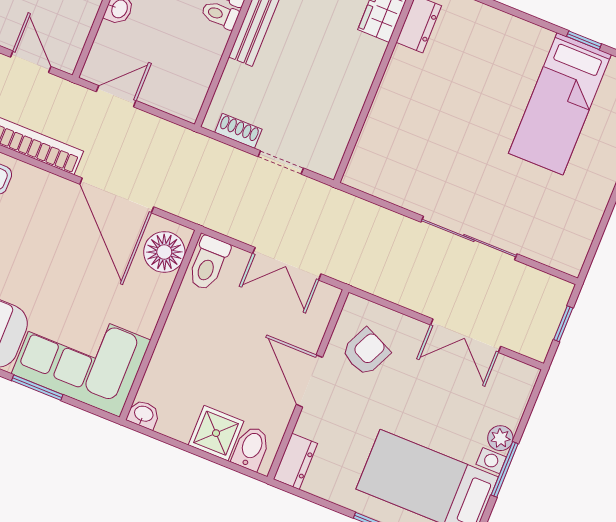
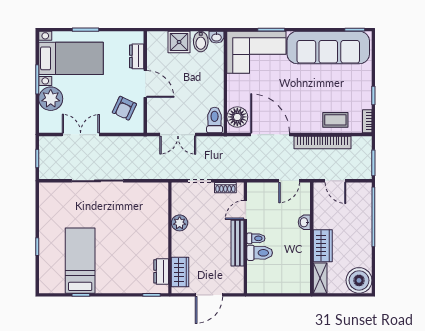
door: (218, 75) -> (245, 210), added
plant: (349, 100) -> (180, 223), added
double door: (287, 264) -> (178, 135), swing flipped
plant: (500, 438) -> (51, 99), width x1.88, depth x1.88
bidet: (251, 448) -> (201, 42), moved
dresser: (295, 461) -> (137, 56), moved

